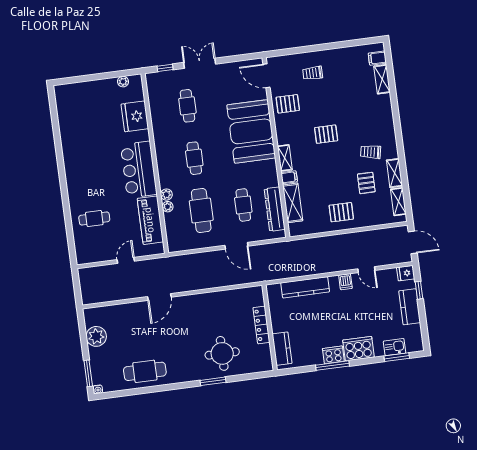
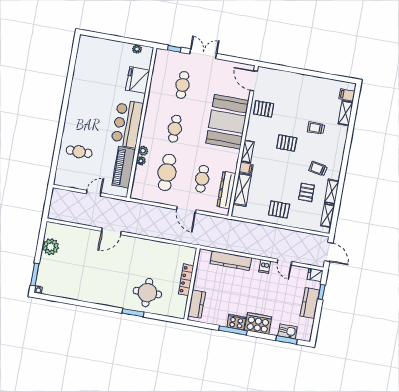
trolley: (313, 73) -> (316, 128), moved
cafe table: (145, 371) -> (81, 287), removed

